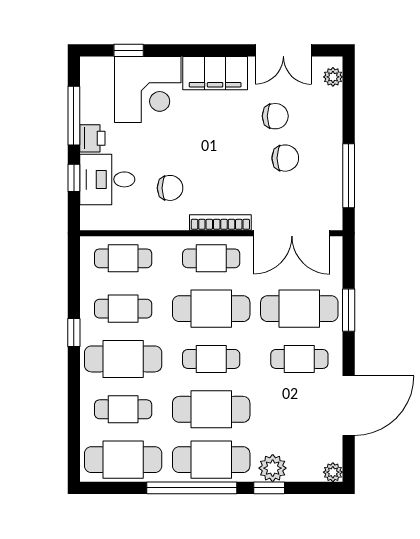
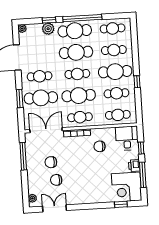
filing cabinet: (215, 73) -> (83, 197), removed
corner desk: (148, 89) -> (127, 187), moved, turned -90
desk: (107, 179) -> (127, 138), moved, turned -90
cafe table: (123, 460) -> (113, 28), width x0.73, depth x0.74

